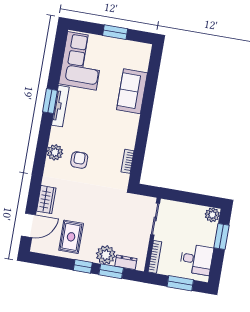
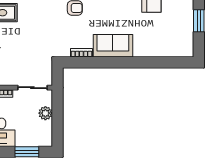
sofa: (132, 91) -> (113, 46), moved
plant: (212, 215) -> (45, 113), moved

